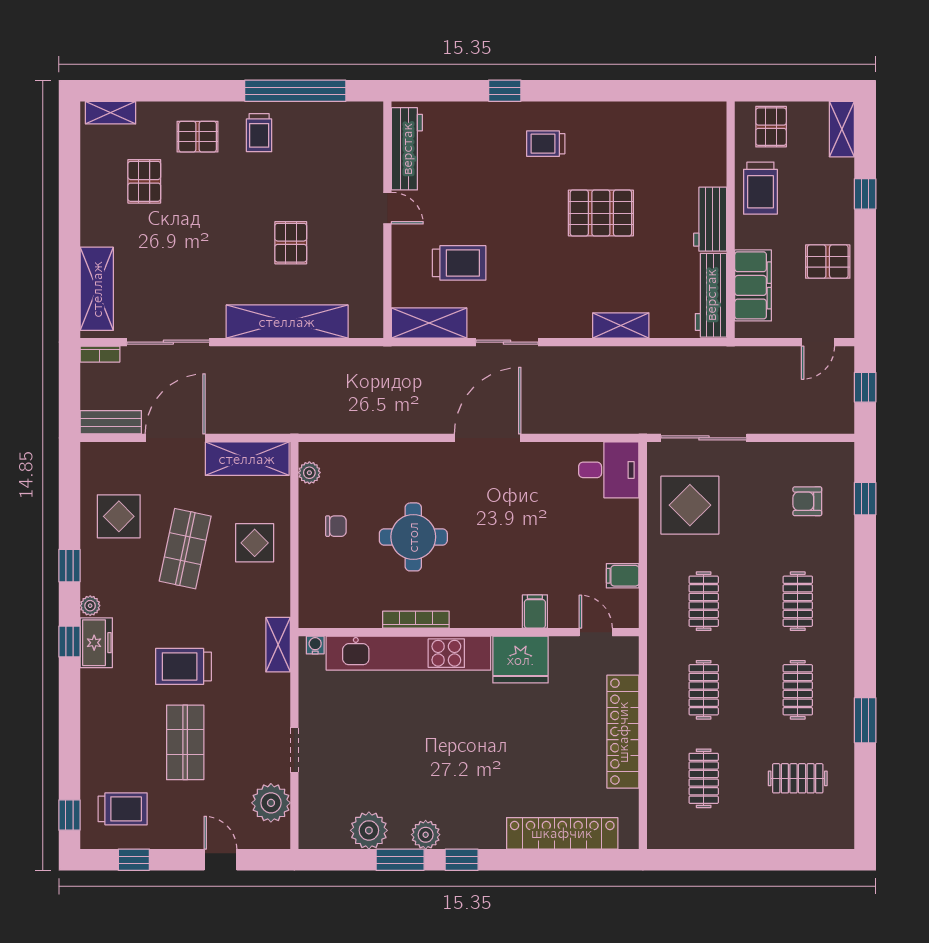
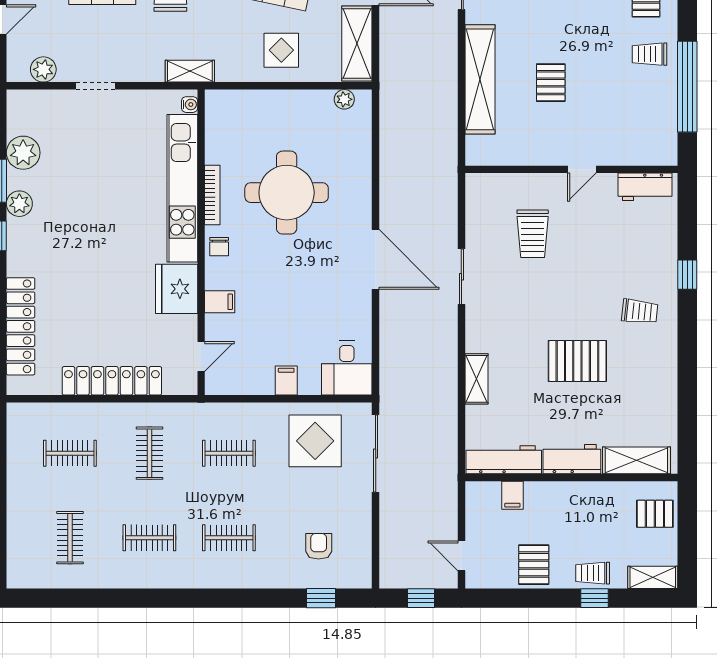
trolley: (546, 144) -> (640, 311), turned 96
workbench: (407, 149) -> (645, 187), width x0.73
trolley: (760, 188) -> (593, 573), moved, width x0.73, depth x0.72
pallet: (601, 213) -> (577, 361), turned 90
pallet: (291, 243) -> (551, 83), turned 90
filing cabinet: (753, 285) -> (512, 495), width x0.33, depth x0.86
shelving: (429, 323) -> (636, 460), moved, turned 90
chair: (336, 526) -> (219, 247), moved
round table: (413, 537) -> (287, 193), width x1.36, depth x1.36
filing cabinet: (623, 576) -> (286, 380), moved
clothes rail: (704, 690) -> (149, 453), turned 90
window: (865, 720) -> (122, 598), removed
plant: (271, 803) -> (43, 69), width x0.73, depth x0.73

